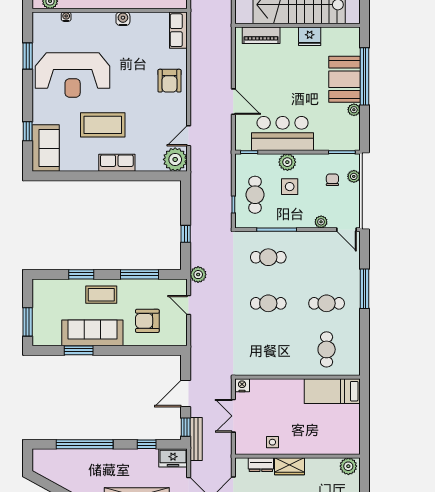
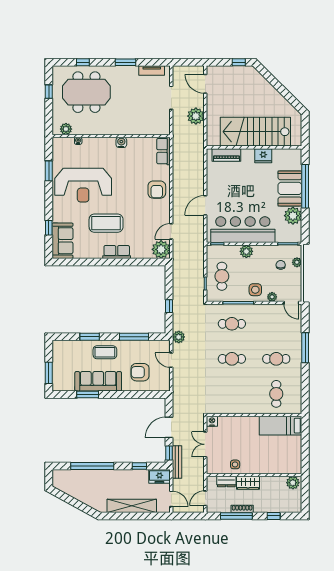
door: (233, 102) -> (205, 205), swing flipped
plant: (354, 110) -> (293, 216), width x1.87, depth x1.87
bar counter: (283, 133) -> (243, 230), width x1.36
side table: (290, 187) -> (255, 290), moved

